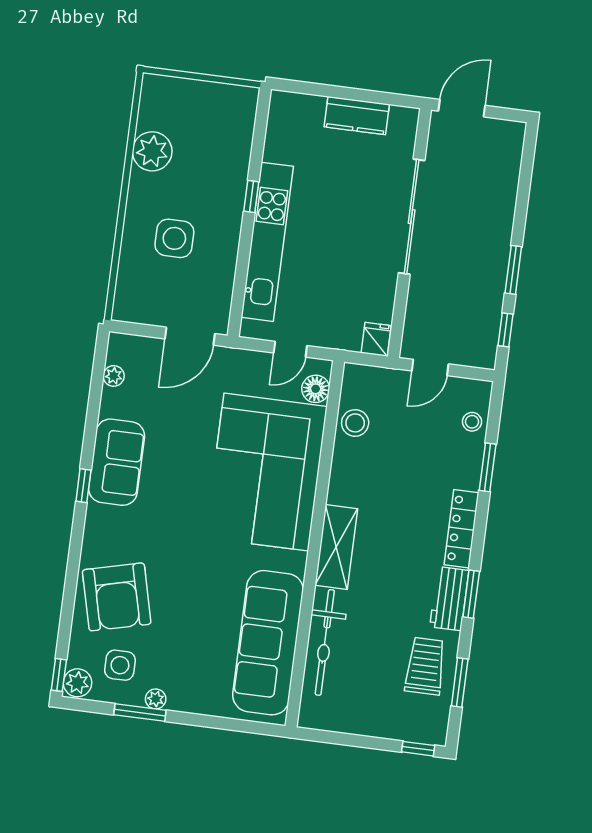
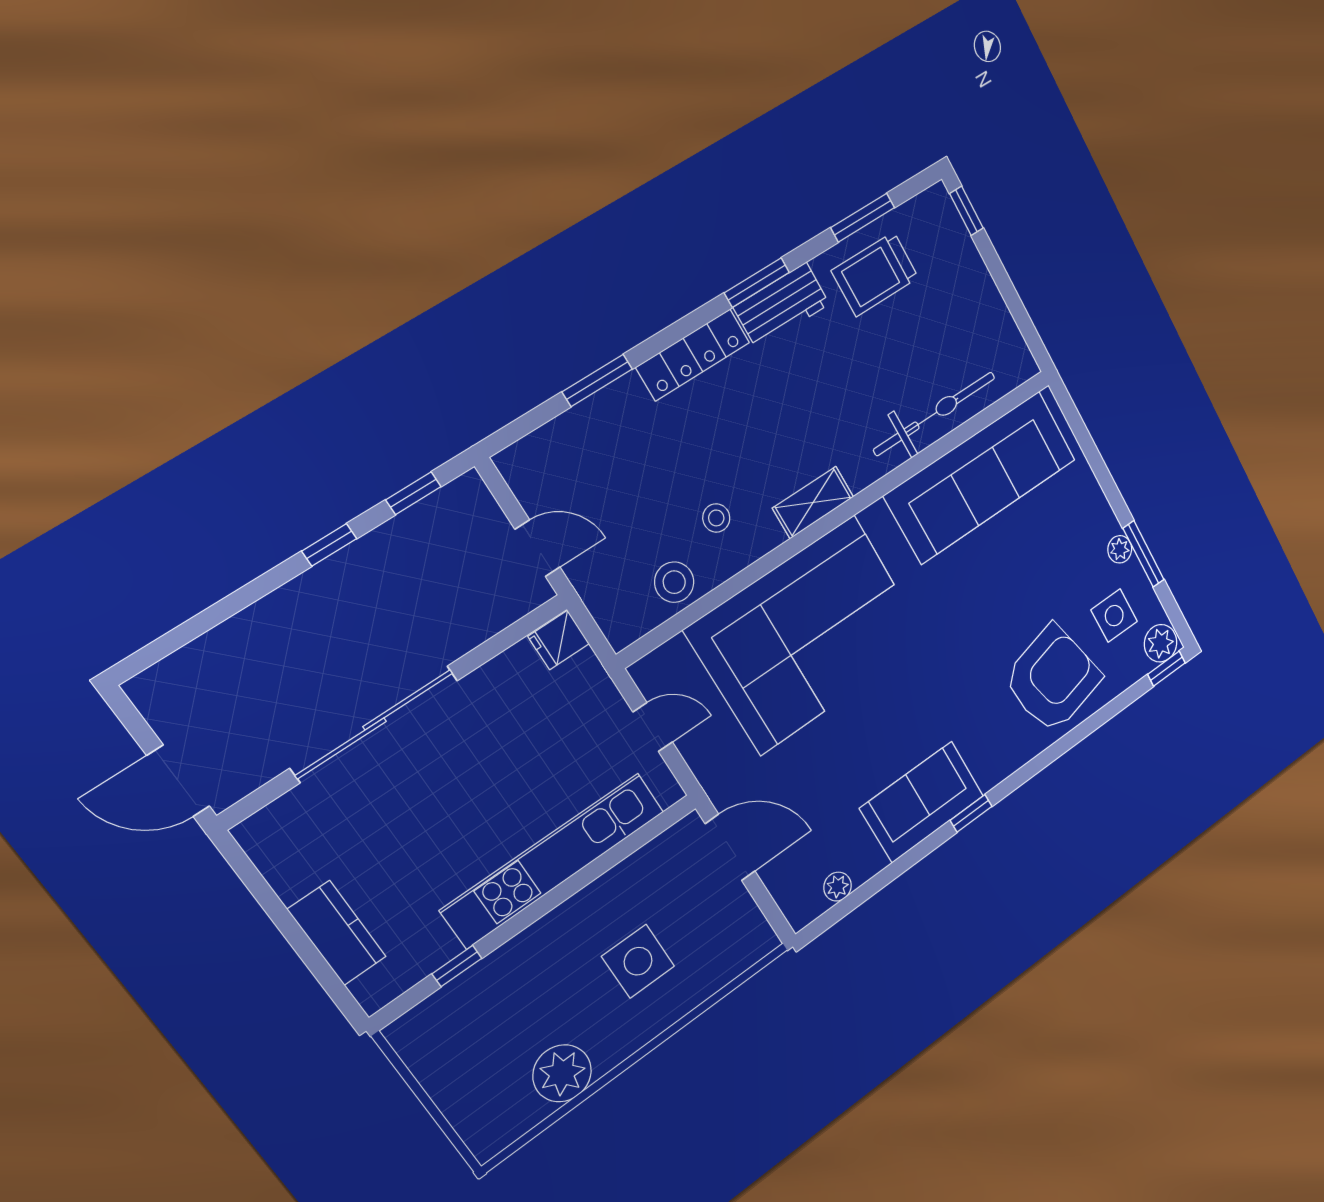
kitchen counter: (357, 116) -> (337, 933), moved
window: (251, 196) -> (457, 966), moved
window: (513, 270) -> (329, 545), width x0.67
floor lamp: (316, 389) -> (673, 660), removed
stool: (472, 422) -> (716, 518), moved
shelving: (336, 547) -> (813, 502), width x0.67, depth x0.75

